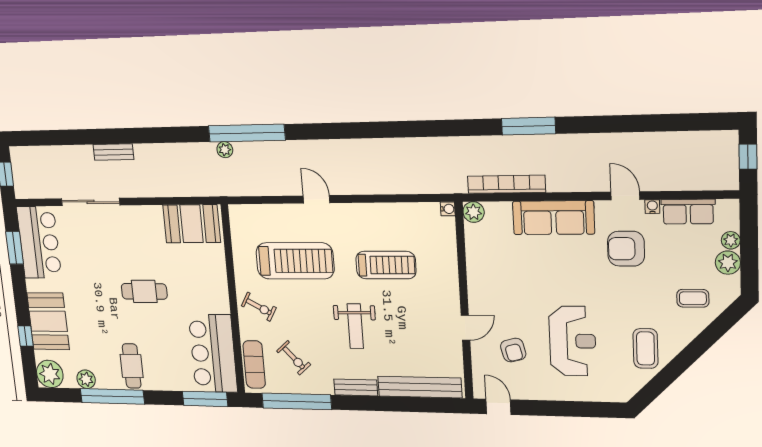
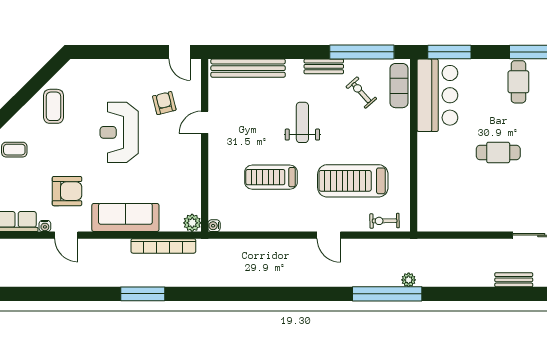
booth: (192, 224) -> (446, 214), removed
exercise bike: (259, 307) -> (385, 221), moved, turned -30
reception desk: (572, 341) -> (119, 132), moved
bench: (356, 387) -> (324, 66), moved

